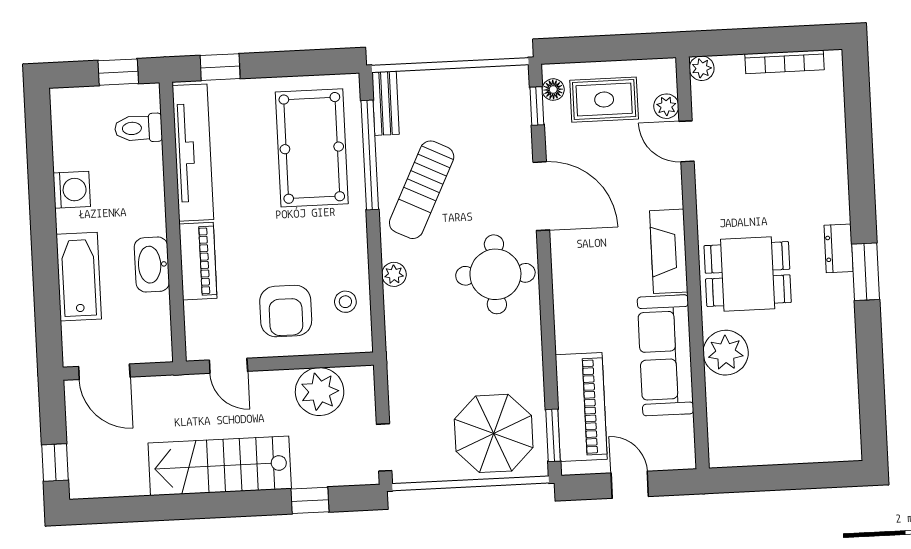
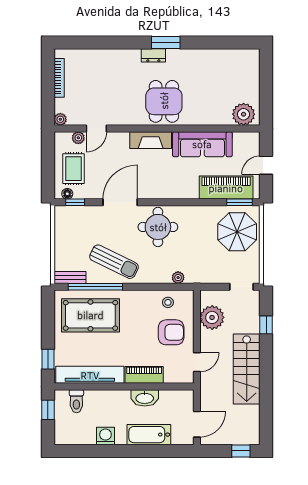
plant: (394, 274) -> (178, 278), moved
plant: (726, 353) -> (244, 114), moved

